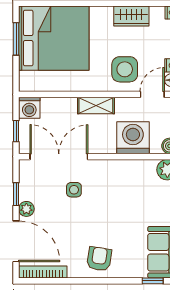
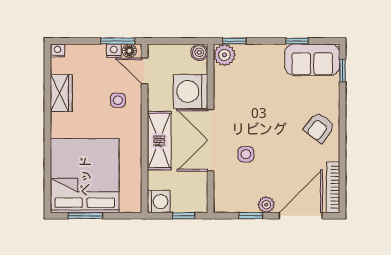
side table: (125, 69) -> (118, 100), width x0.54, depth x0.54
shelving: (96, 105) -> (159, 141), width x1.50, depth x1.33
double door: (59, 157) -> (211, 140), moved
armchair: (99, 259) -> (319, 127), turned -62

